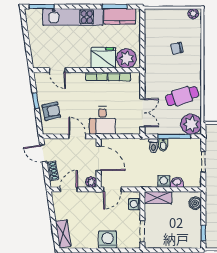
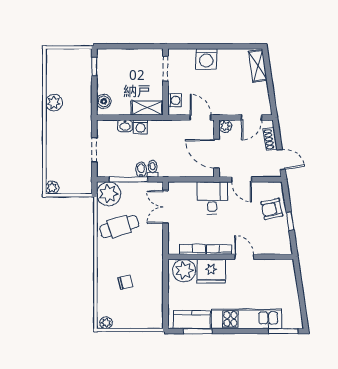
door: (57, 70) -> (244, 257), moved
door: (112, 189) -> (200, 118), hinge flipped

